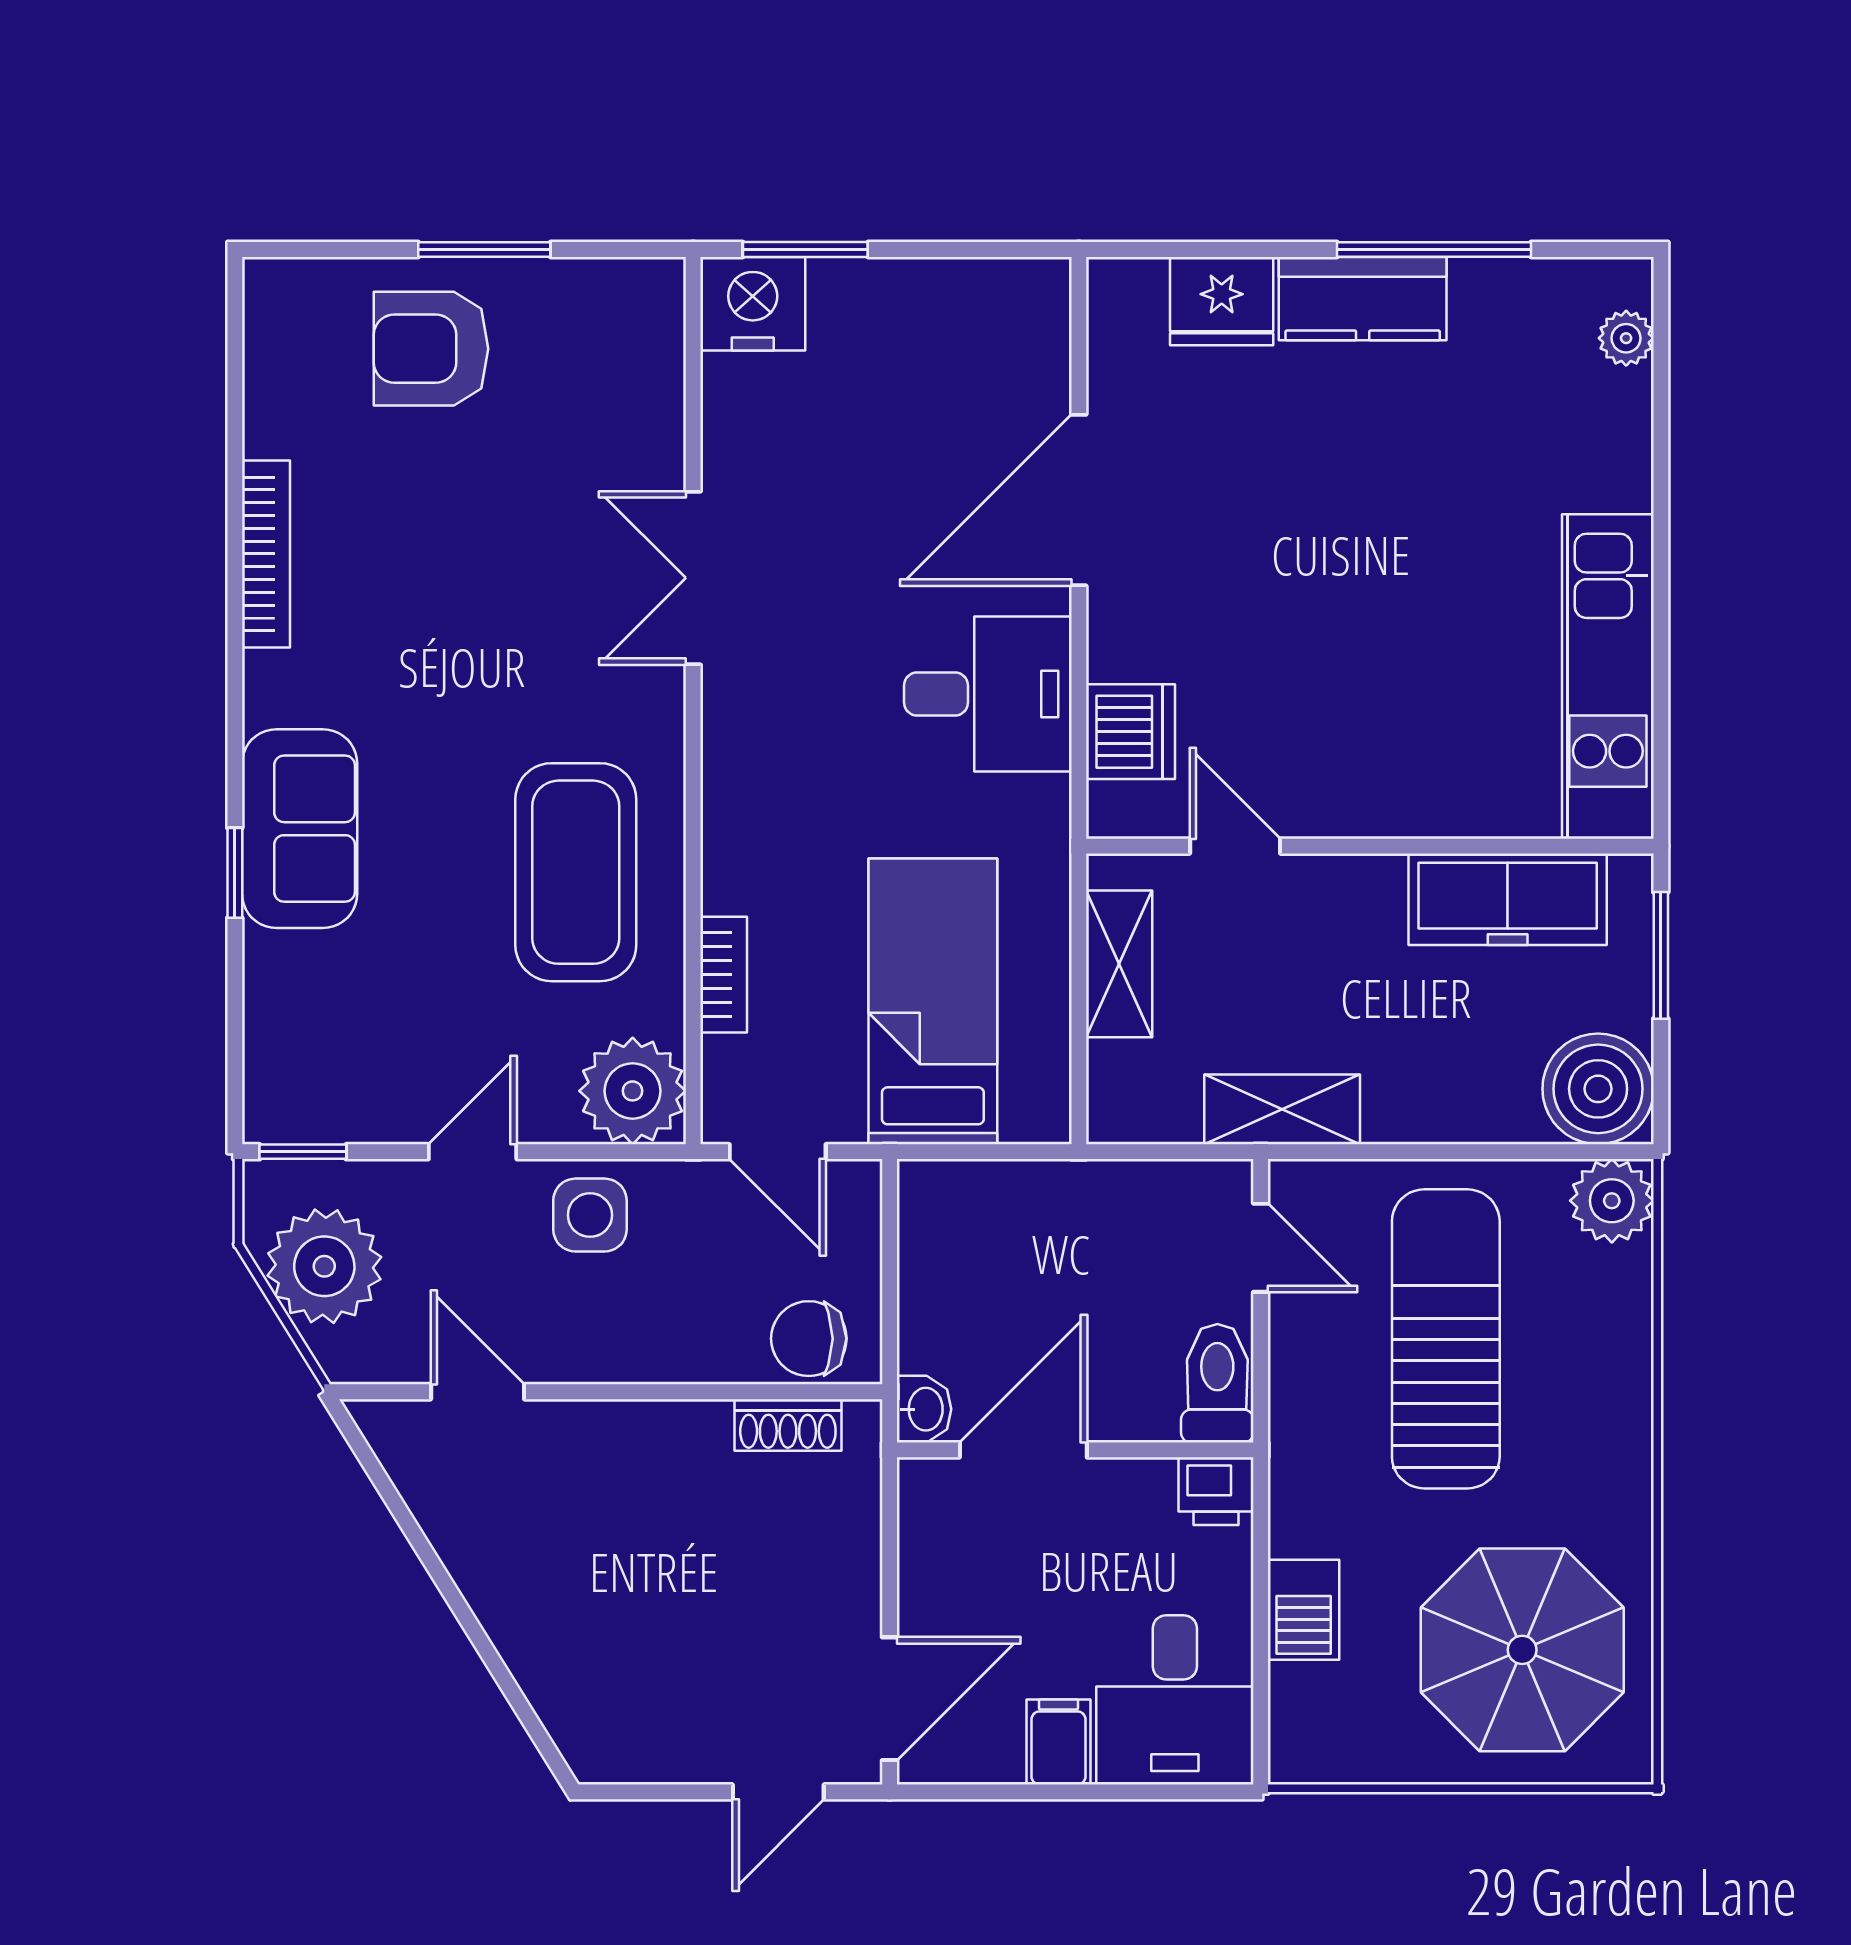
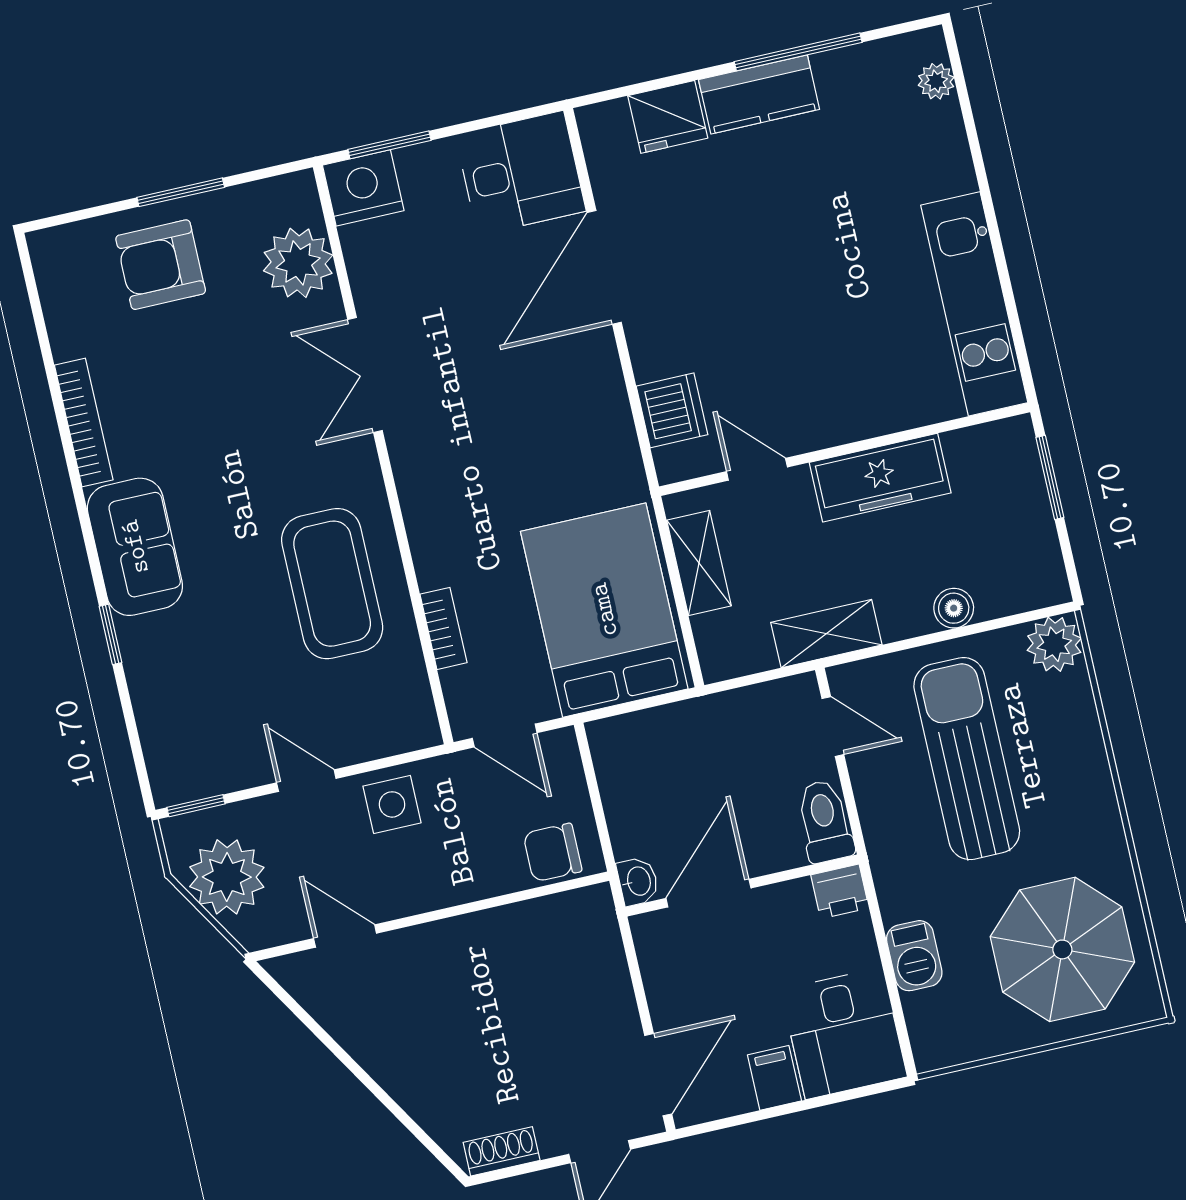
desk: (988, 694) -> (521, 173), moved
sofa: (300, 829) -> (135, 547), moved
freezer: (1508, 899) -> (880, 478), moved
bed: (933, 1001) -> (604, 610), width x1.50
boiler: (1598, 1089) -> (954, 608), moved, width x0.54, depth x0.54
plant: (633, 1091) -> (298, 263), moved
door: (473, 1152) -> (306, 781), hinge flipped
shoe rack: (788, 1425) -> (502, 1151), moved, turned 180

